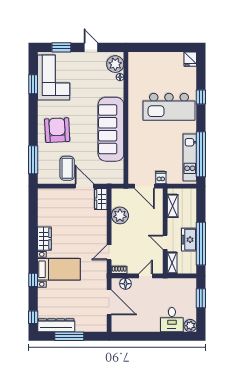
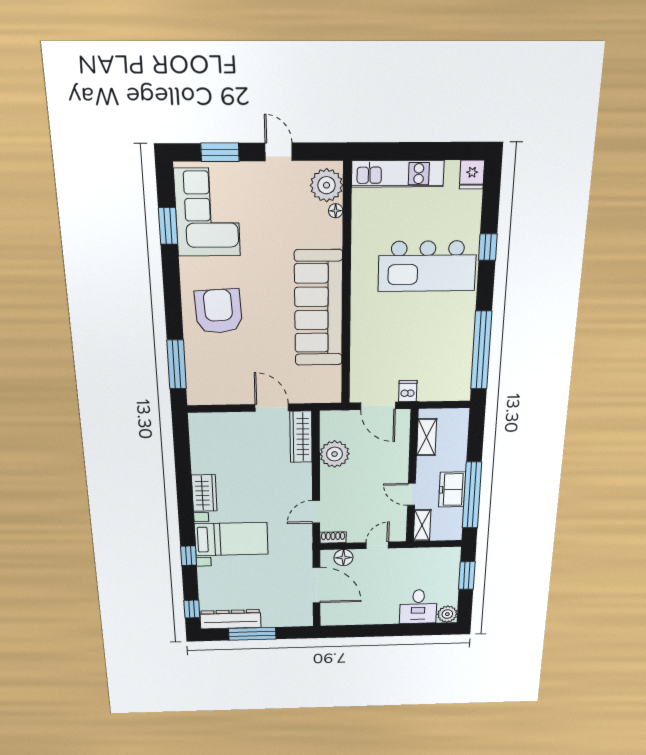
kitchen unit: (190, 157) -> (398, 174), moved, turned -90
coffee table: (67, 168) -> (240, 378), removed
wardrobe: (101, 199) -> (301, 437), width x1.50

